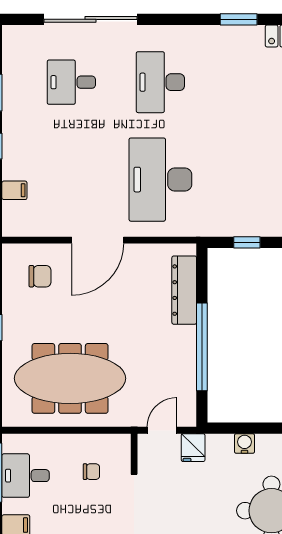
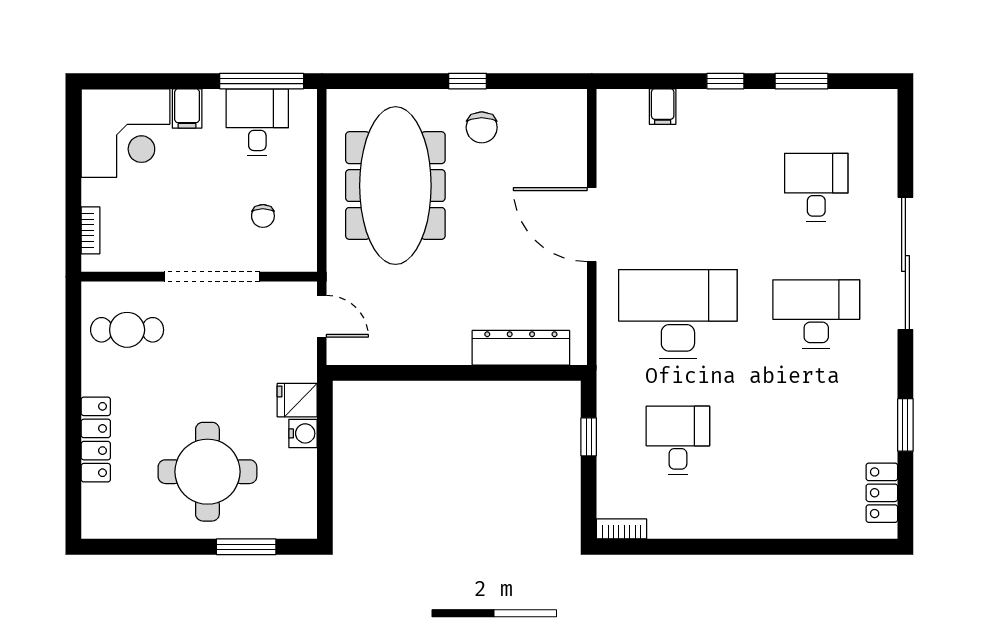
sliding door: (90, 19) -> (905, 264), moved
desk: (249, 180) -> (678, 440), added
chair: (40, 276) -> (482, 127), moved
window: (202, 347) -> (440, 373), removed
fridge: (193, 448) -> (297, 400), moved

